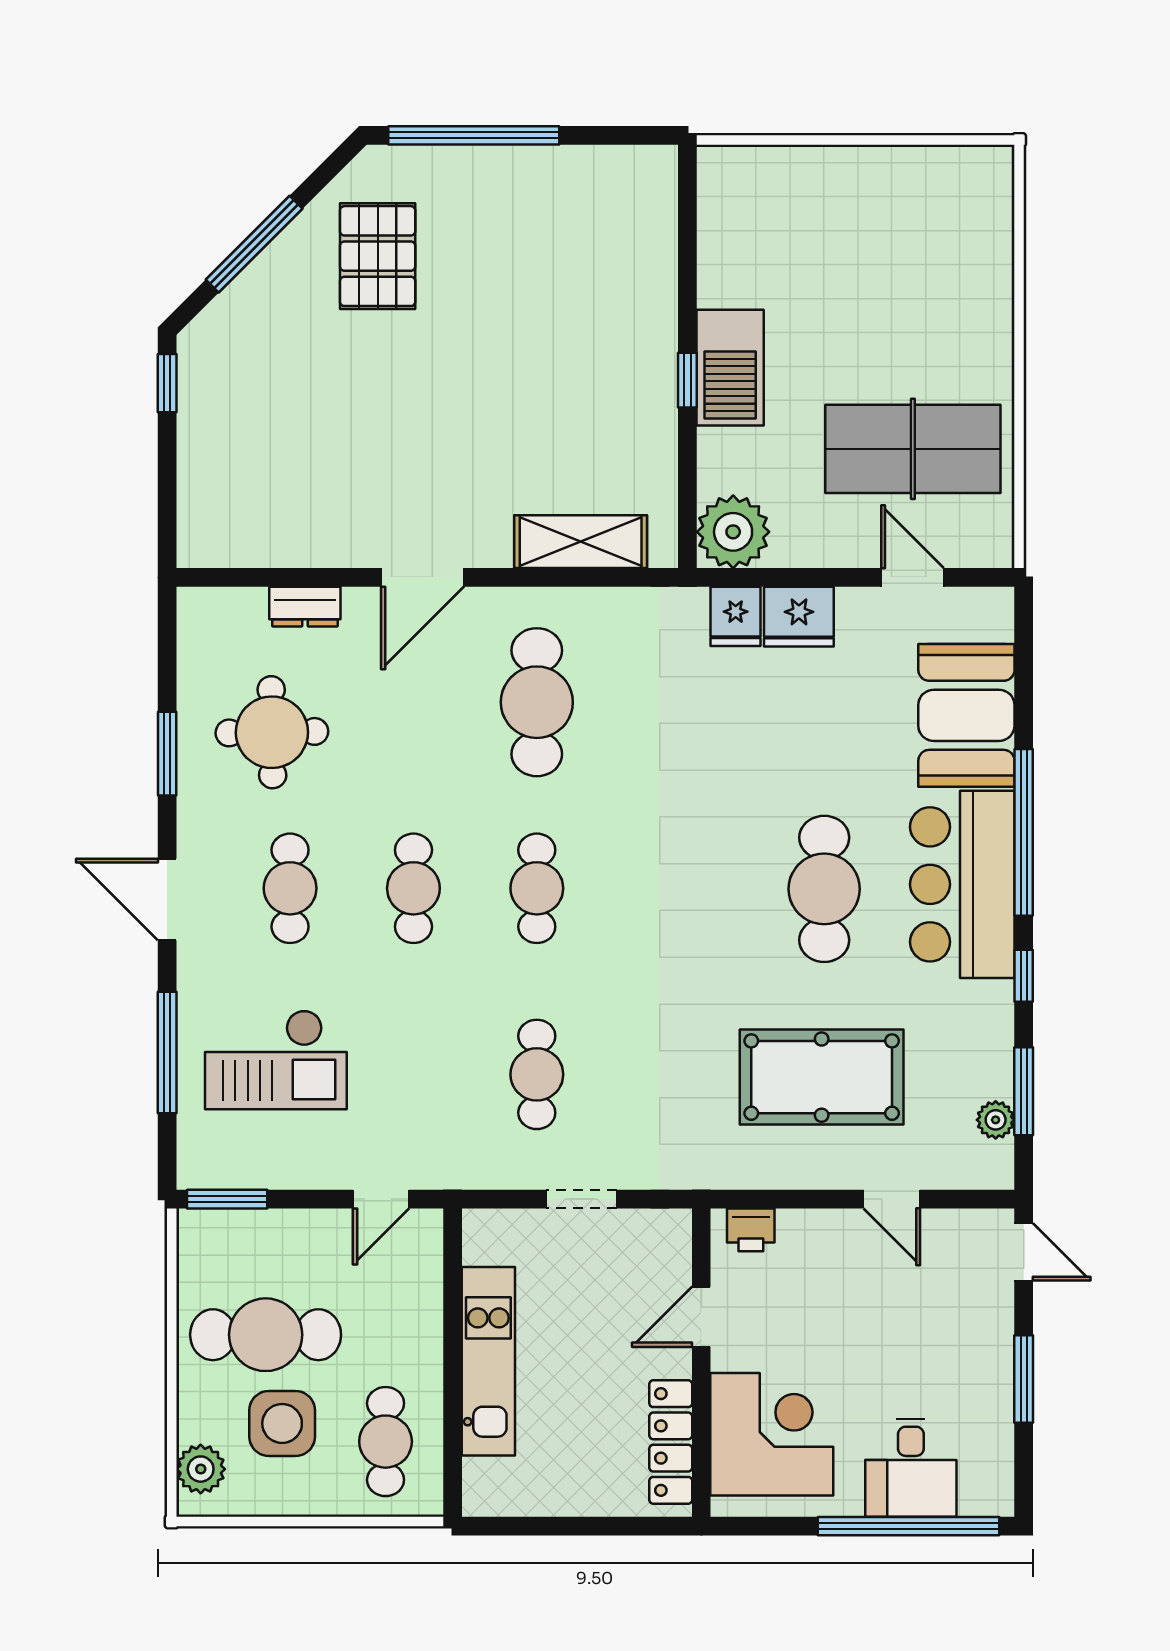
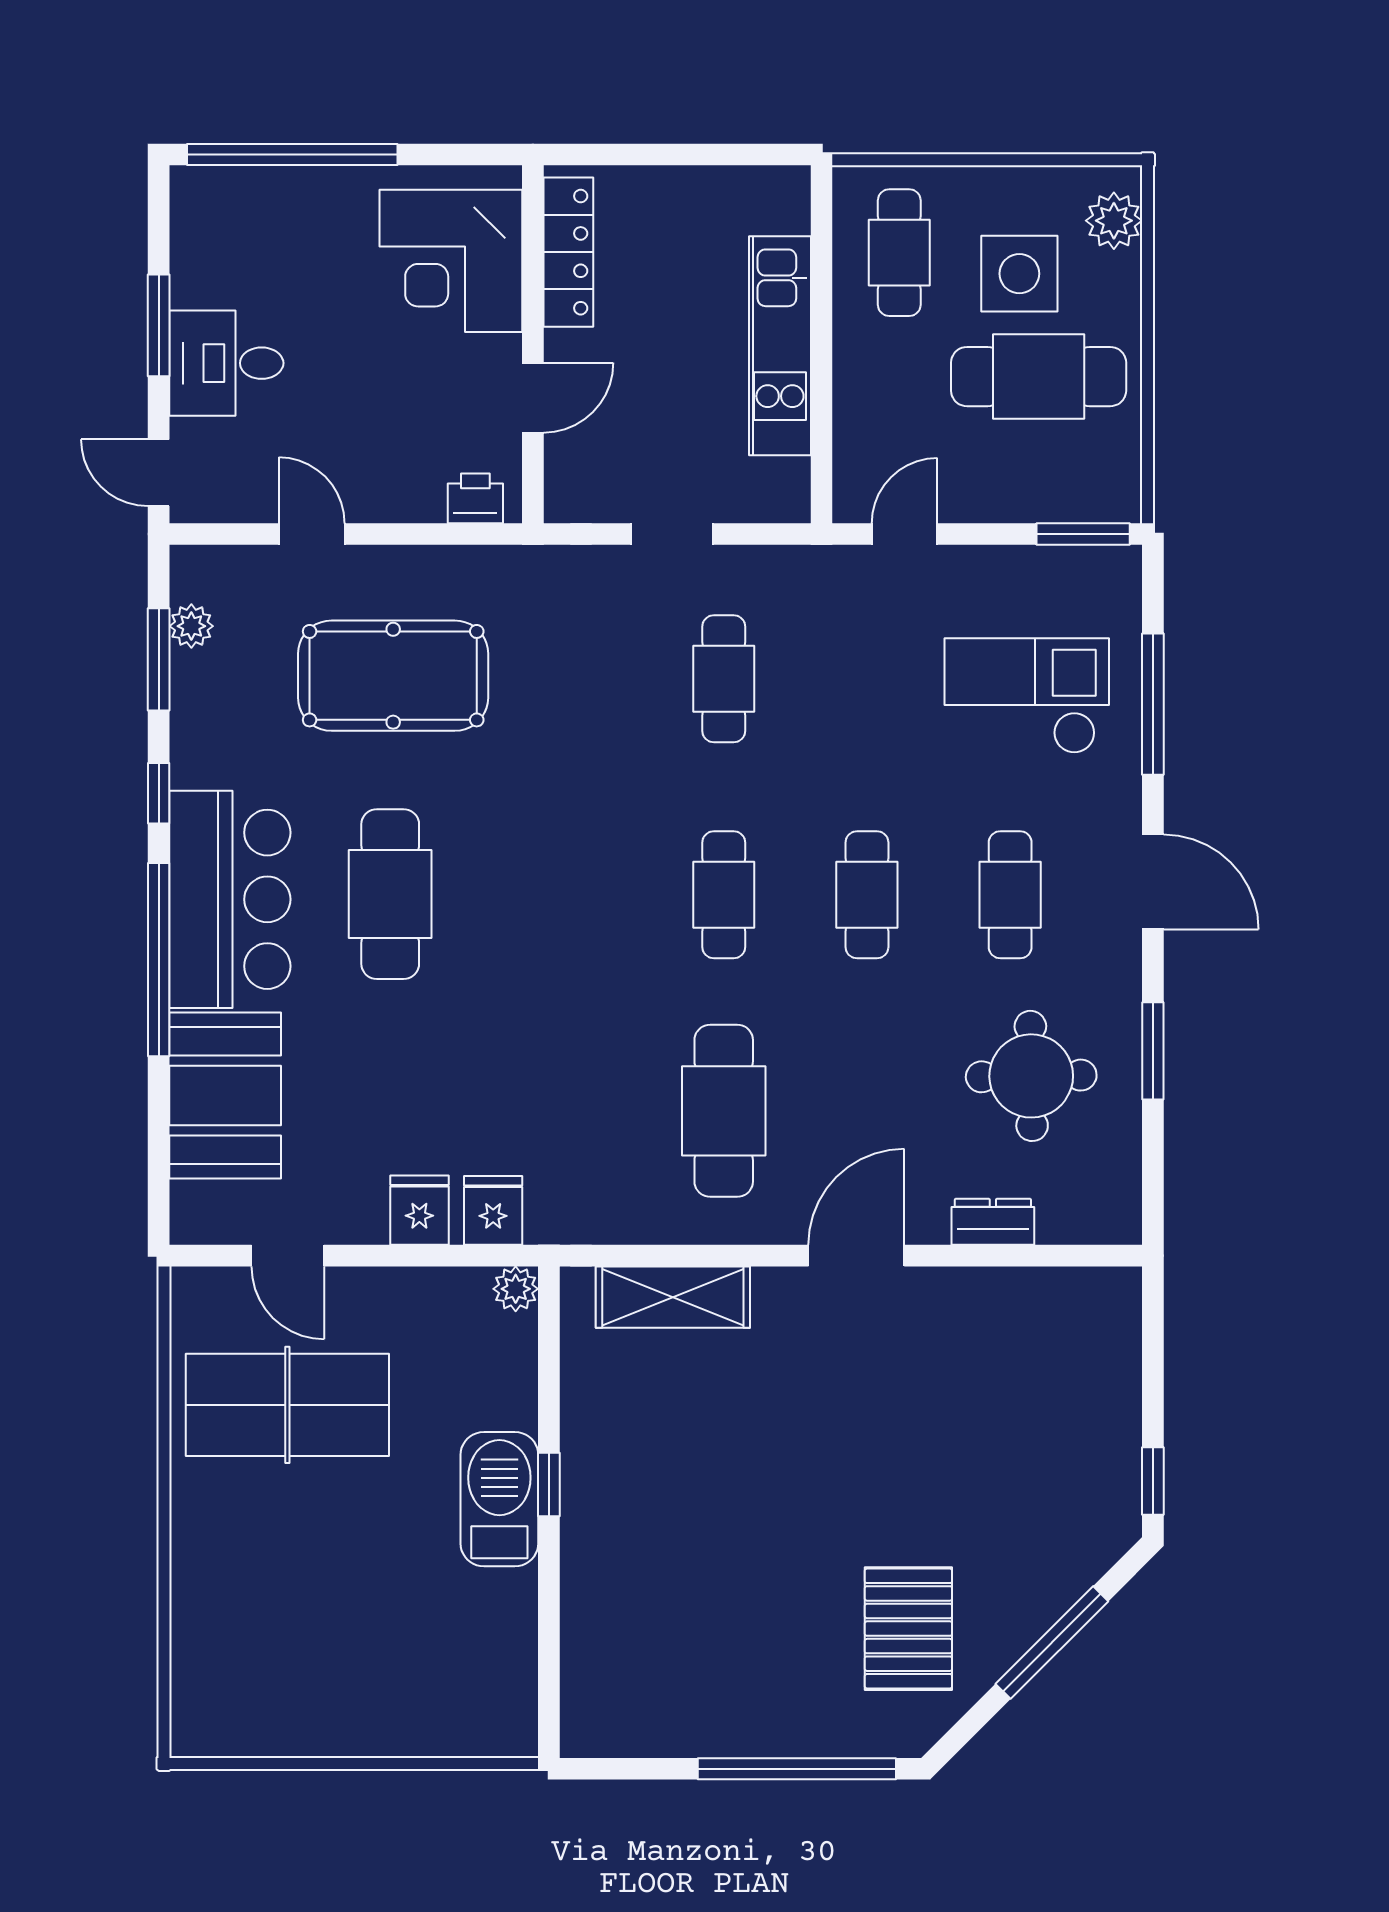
plant: (733, 532) -> (516, 1289), width x0.53, depth x0.53
fridge: (799, 617) -> (419, 1210), width x0.72
desk: (911, 1468) -> (226, 363), moved, turned -90

